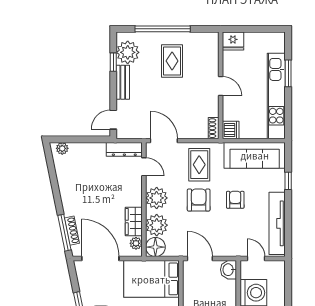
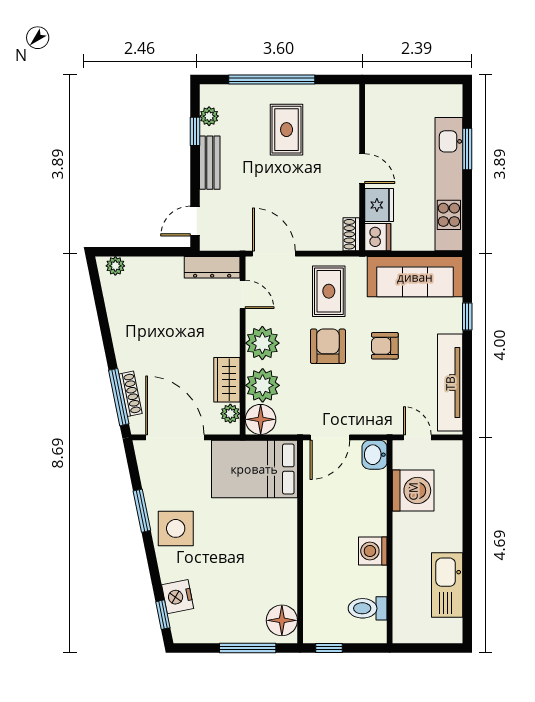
fridge: (233, 41) -> (379, 205), moved, turned -90
plant: (128, 52) -> (209, 116), width x0.53, depth x0.53
armchair: (235, 200) -> (385, 346), turned -90
door: (200, 259) -> (330, 437), swing flipped

